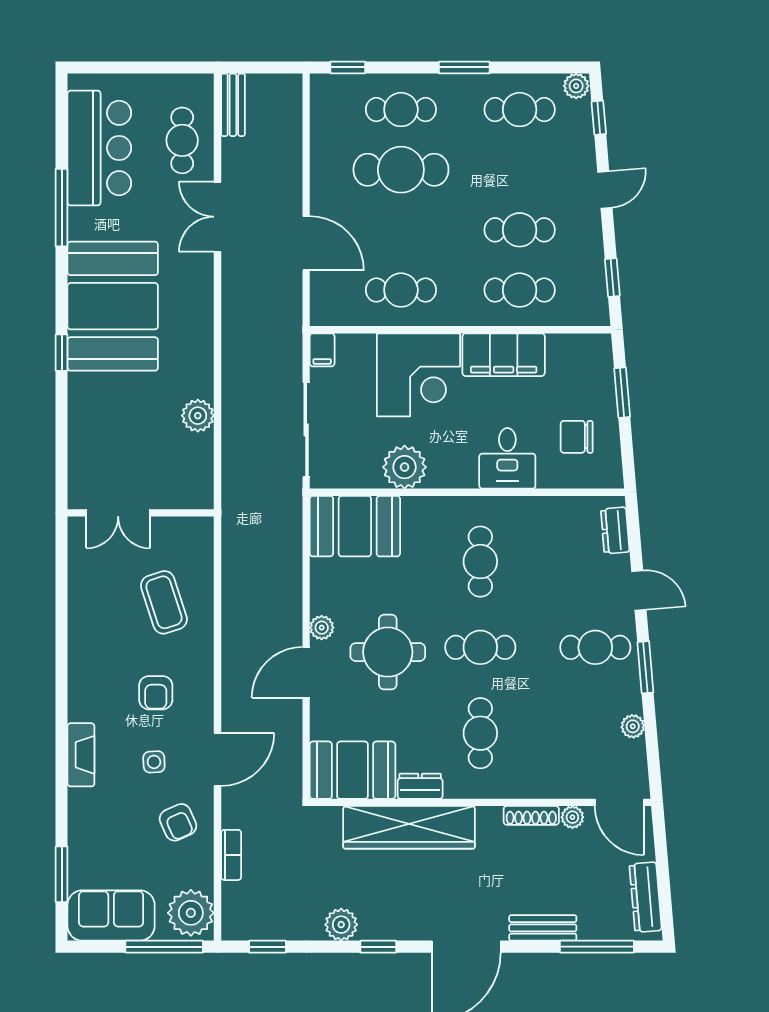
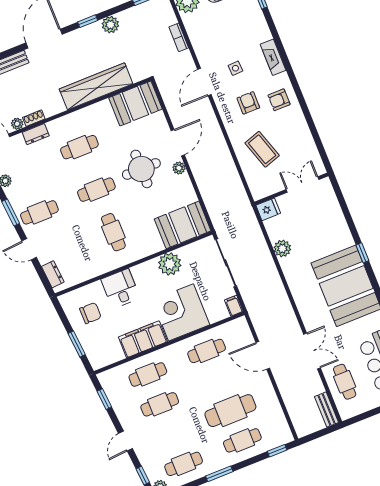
fridge: (195, 494) -> (268, 209), added
cafe table: (480, 733) -> (79, 147), turned 90
dresser: (420, 786) -> (36, 134), moved
shoe rack: (531, 815) -> (34, 118), width x0.70
armchair: (178, 822) -> (279, 100), moved, turned -66

